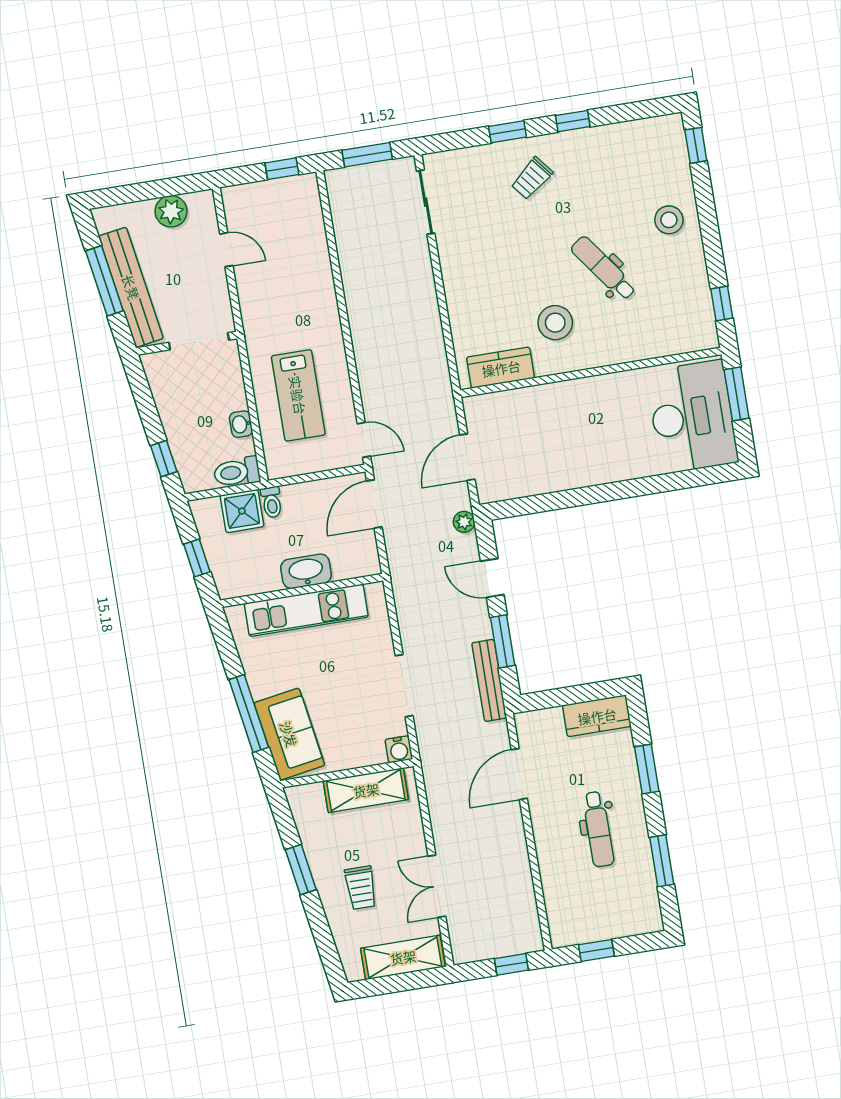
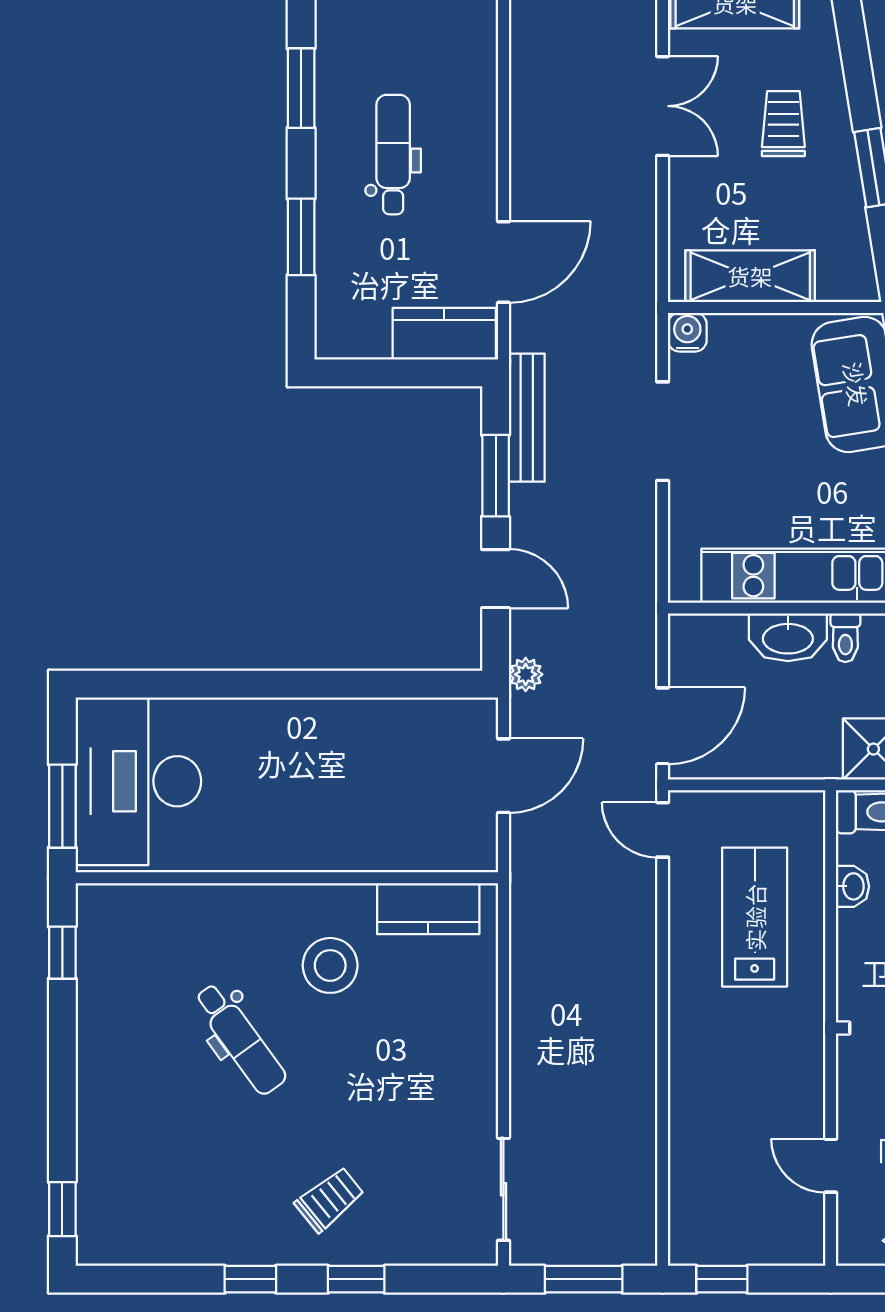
stool: (669, 220) -> (124, 1098), removed
toilet: (272, 502) -> (845, 638), moved, turned 180
kitchen counter: (597, 716) -> (444, 334), moved

